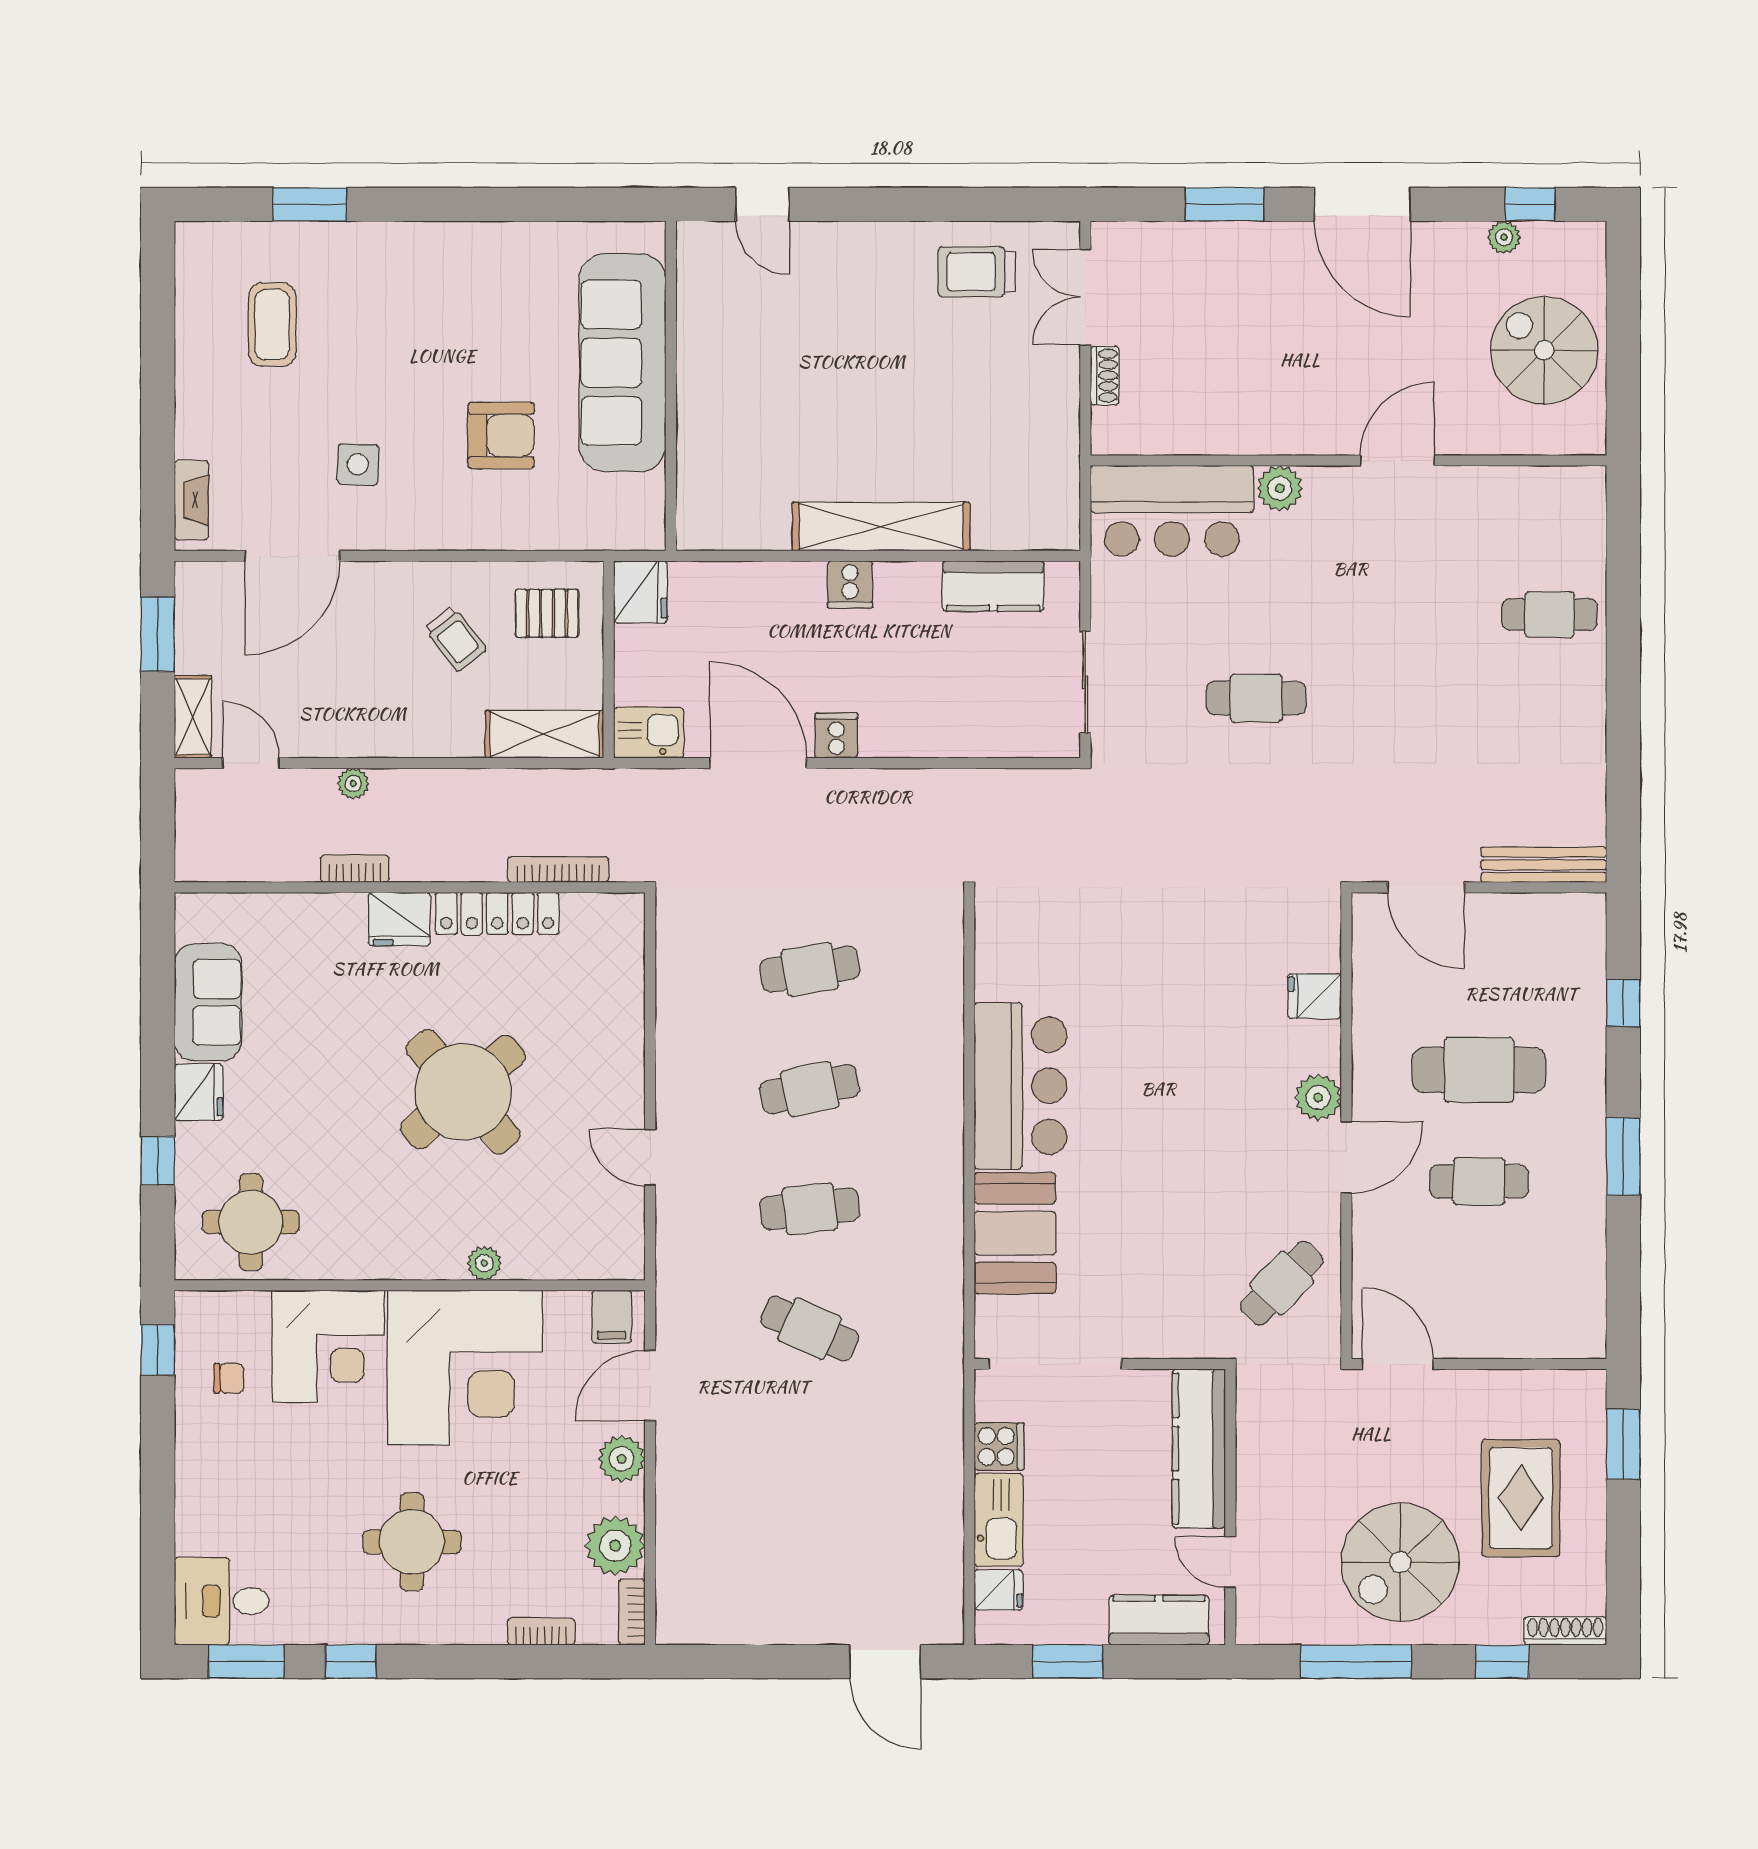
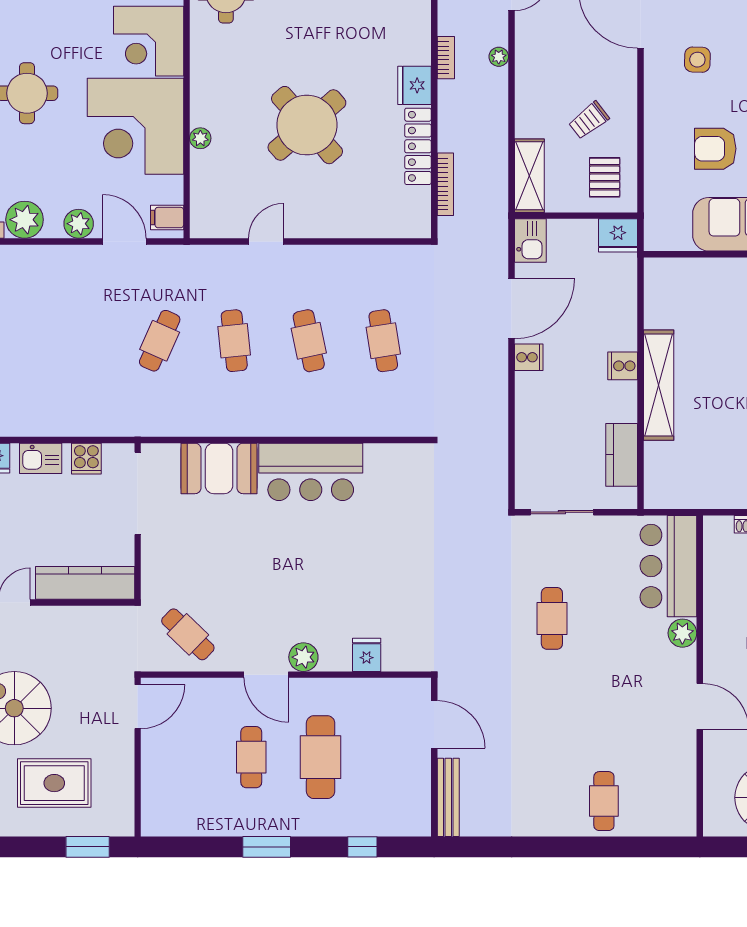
armchair: (501, 435) -> (715, 149), turned 90
door: (1426, 887) -> (434, 724), swing flipped
kitchen sink: (999, 1520) -> (41, 458), width x0.73

